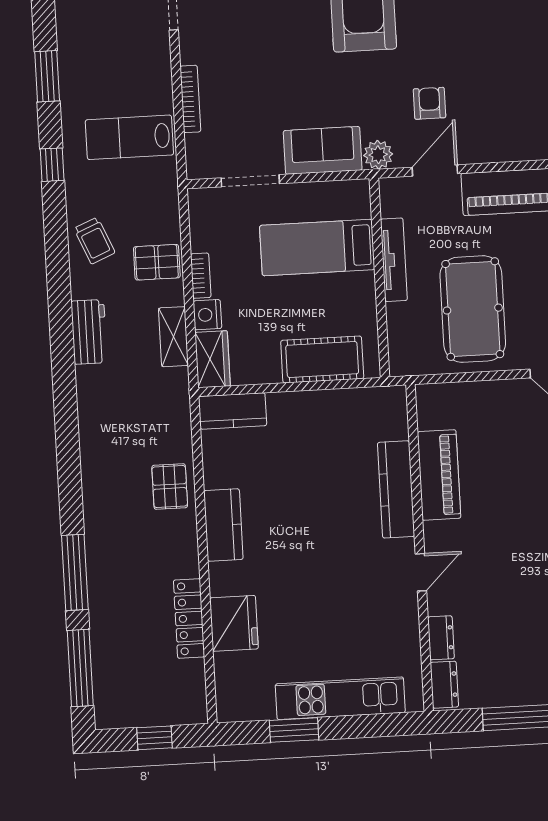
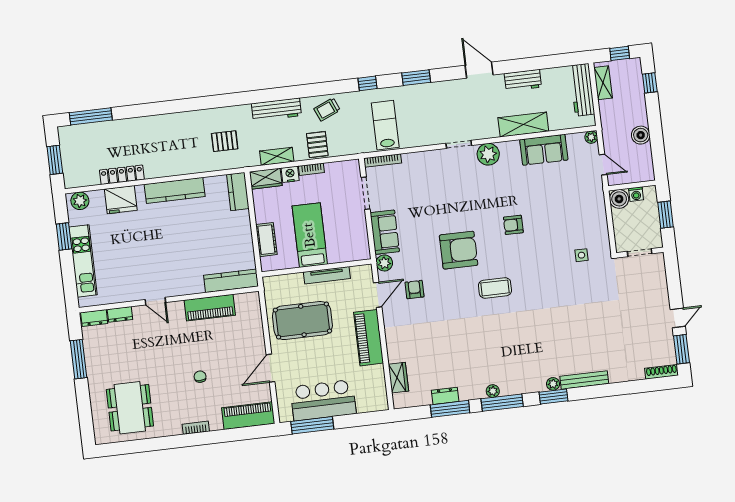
bookcase: (190, 99) -> (383, 161), moved
armchair: (429, 103) -> (414, 290), turned -90
door: (435, 170) -> (378, 295), hinge flipped
bed: (317, 248) -> (310, 235), moved
workbench: (89, 332) -> (276, 110), width x1.37
cot: (322, 360) -> (266, 240), width x0.73, depth x0.75
pallet: (170, 486) -> (225, 141), moved
kitchen counter: (396, 489) -> (231, 281), moved
kitchen counter: (223, 525) -> (175, 190), width x1.50
window: (75, 572) -> (143, 110), removed
plant: (231, 697) -> (80, 201), added
window: (155, 738) -> (55, 160), width x1.50

